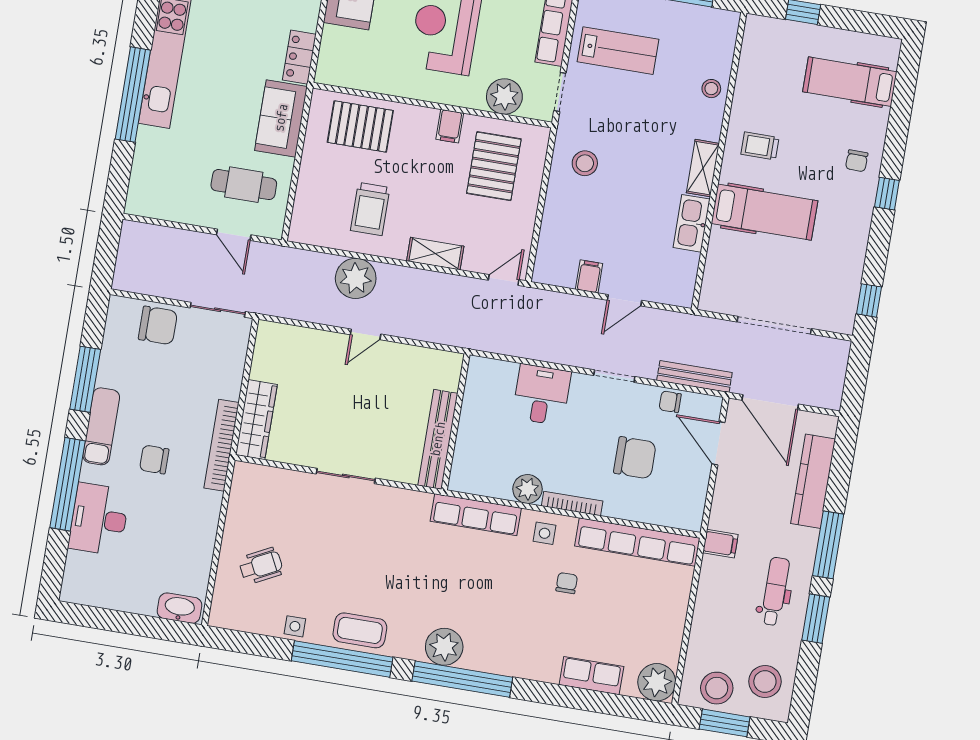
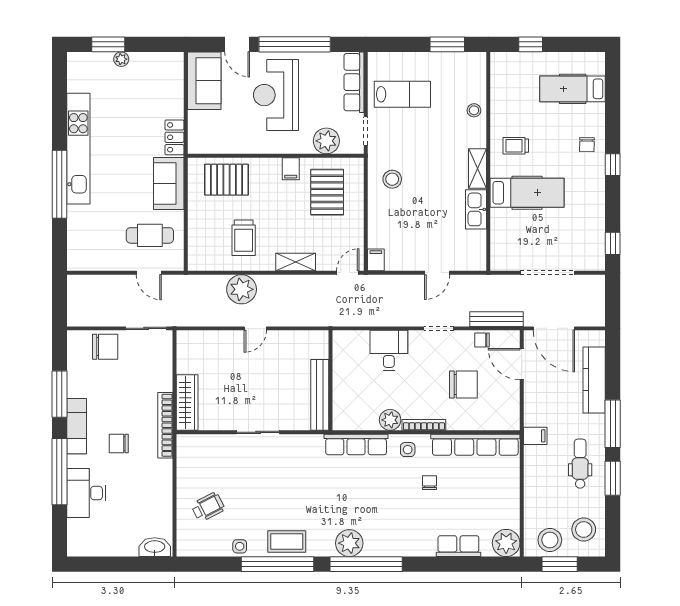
filing cabinet: (589, 276) -> (376, 260), moved

